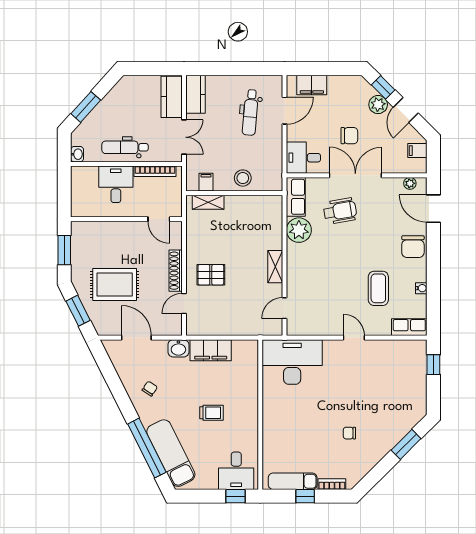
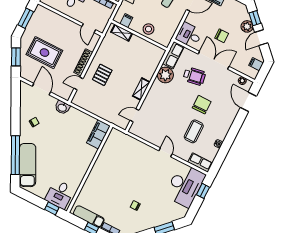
chair: (413, 247) -> (202, 105), moved, turned 180
pallet: (211, 275) -> (102, 75), turned 90
filing cabinet: (211, 350) -> (98, 134), moved, turned 90
desk: (292, 362) -> (185, 185), moved, turned 90
trolley: (211, 413) -> (62, 154), removed

